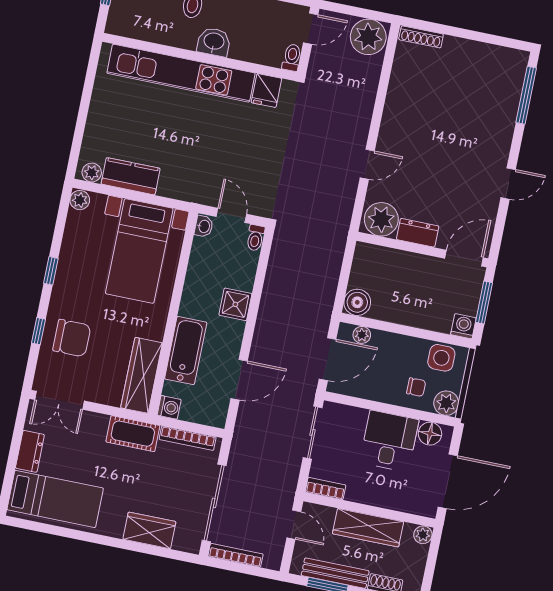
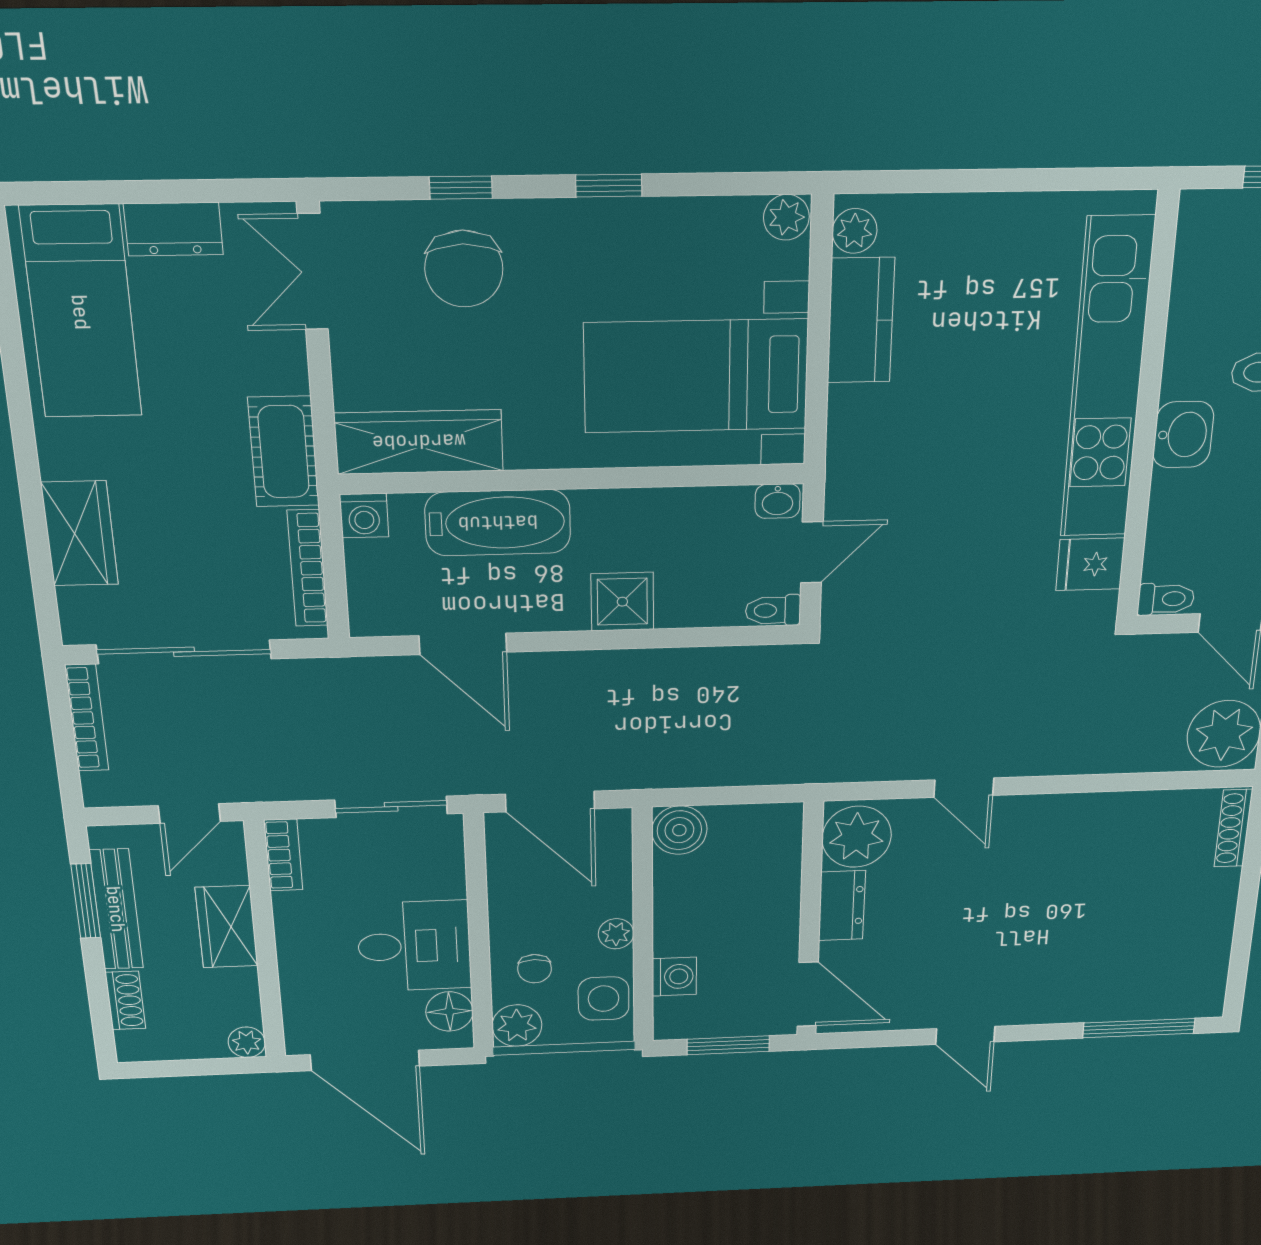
washing machine: (463, 326) -> (674, 977), moved
plant: (362, 335) -> (616, 934), moved
wardrobe: (368, 528) -> (227, 927), width x0.67

